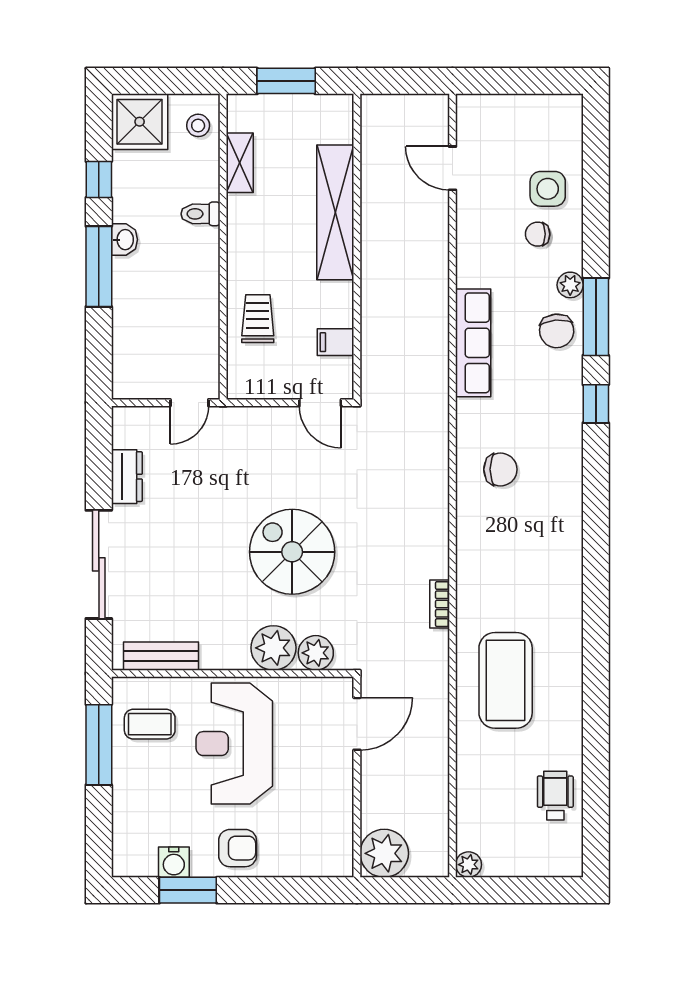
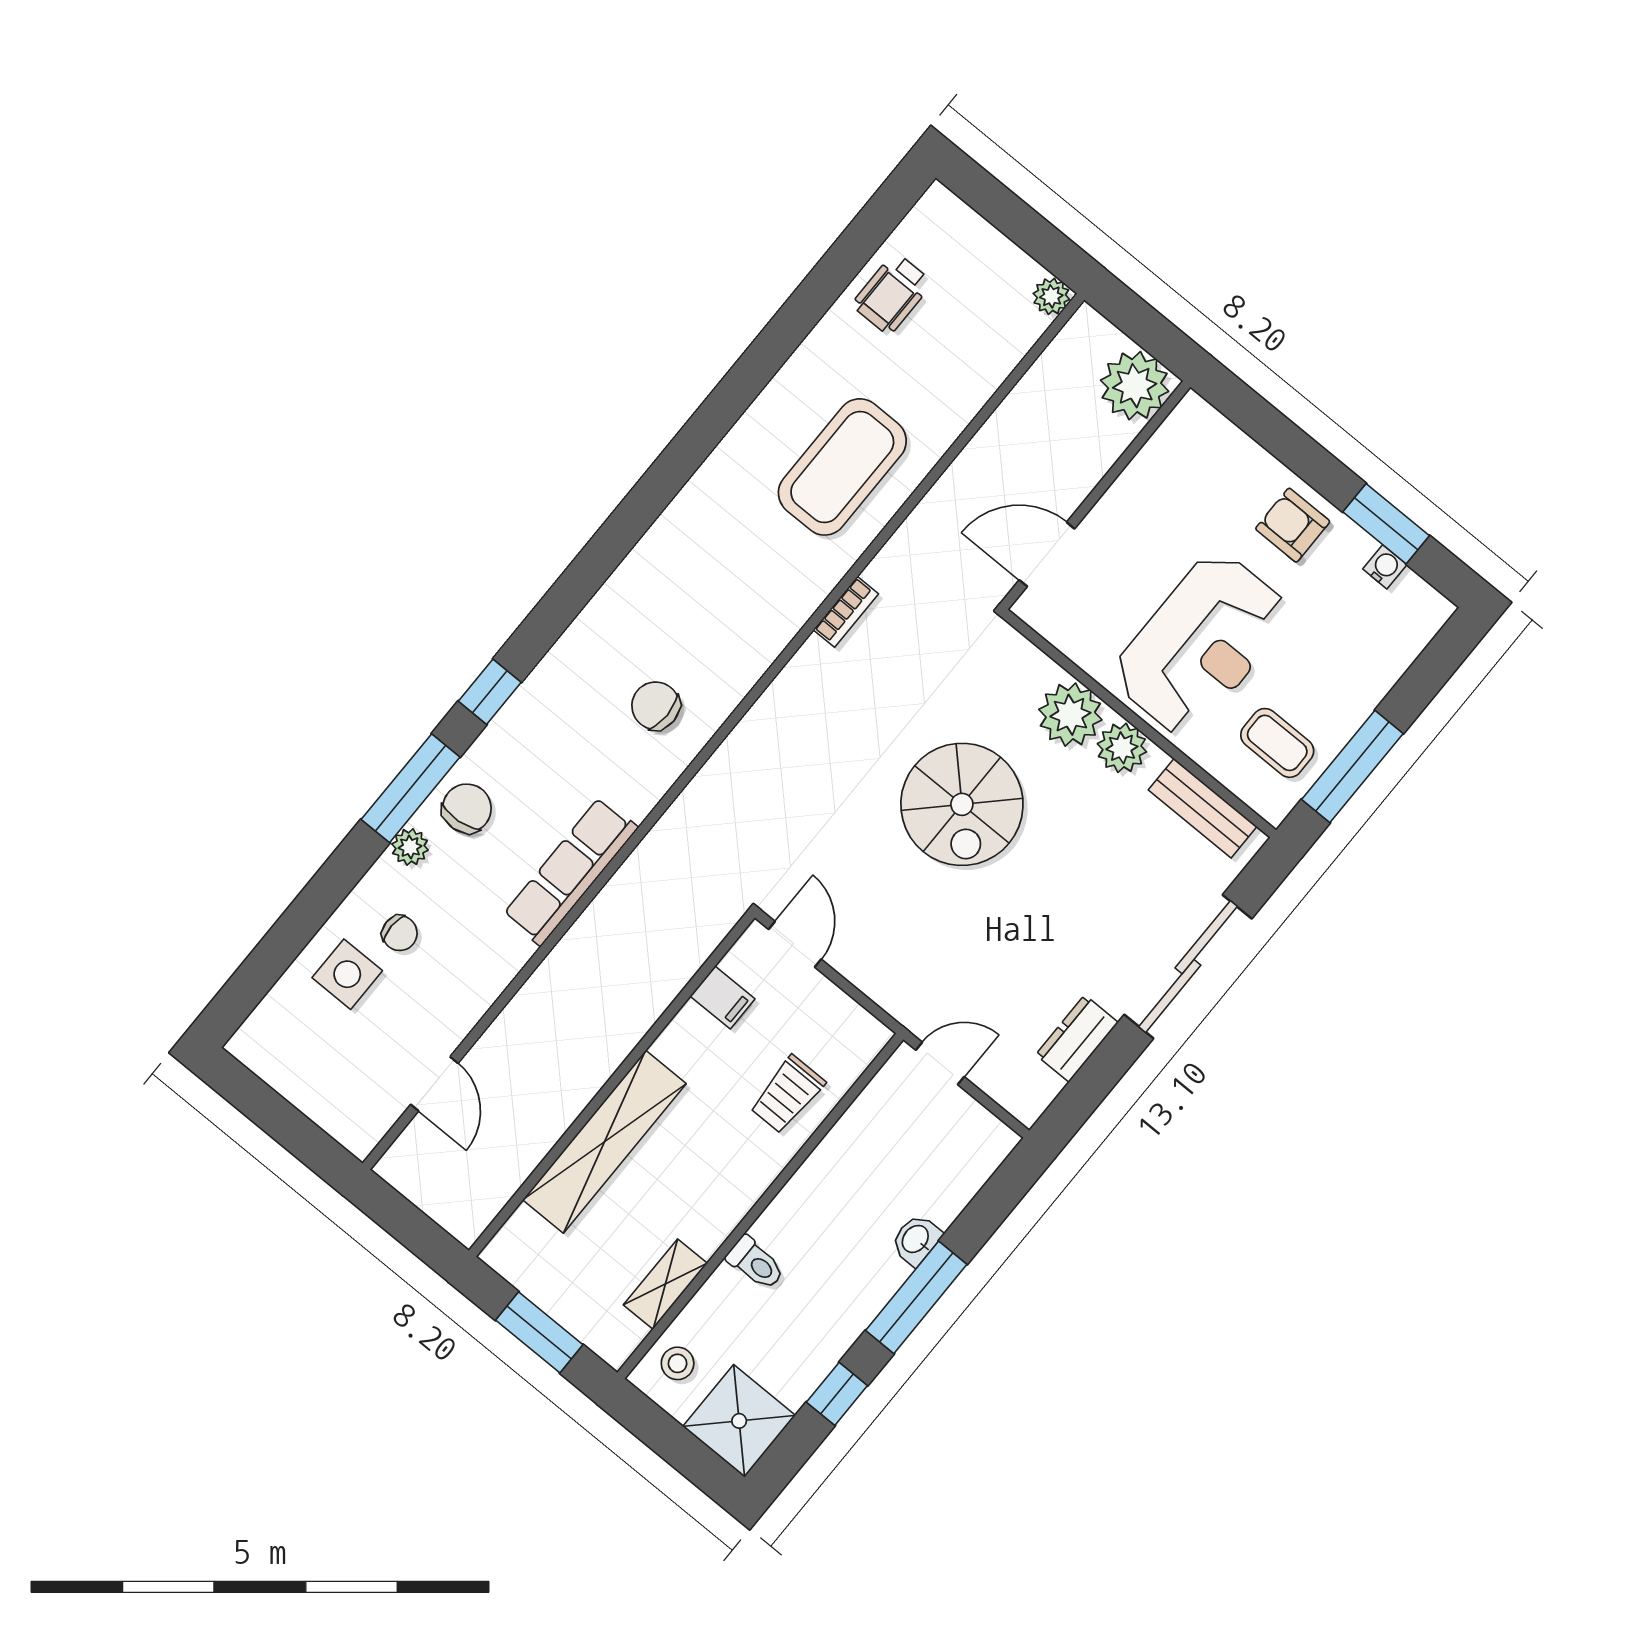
washbasin: (124, 240) -> (916, 1240), moved
plant: (316, 653) -> (1122, 748), moved
water cooler: (174, 862) -> (1385, 567), width x0.72, depth x0.72

